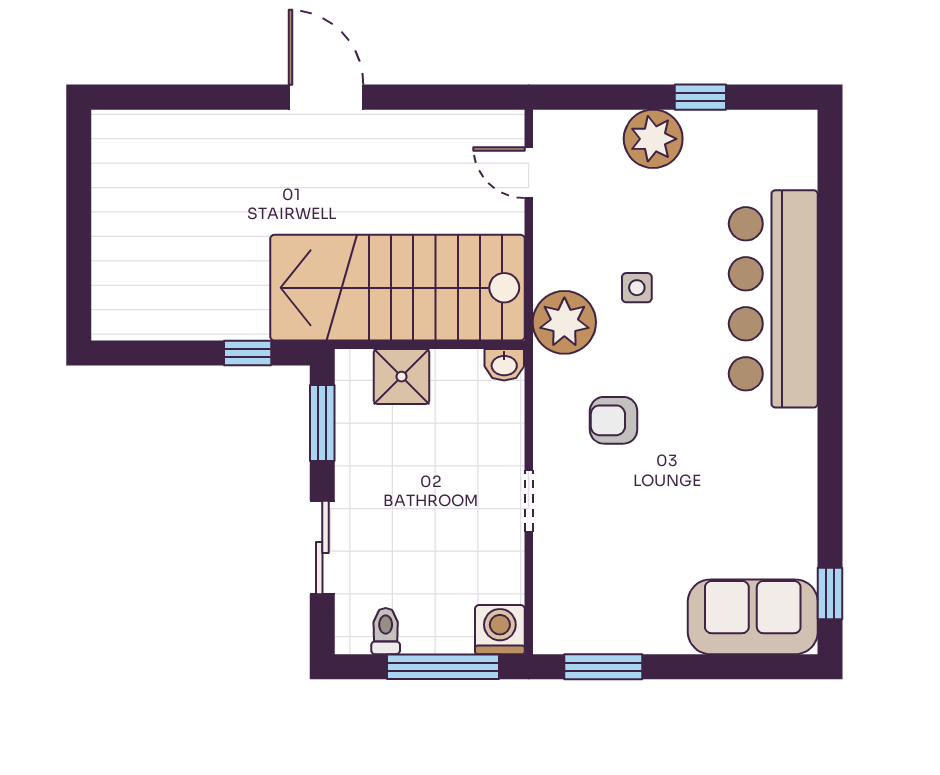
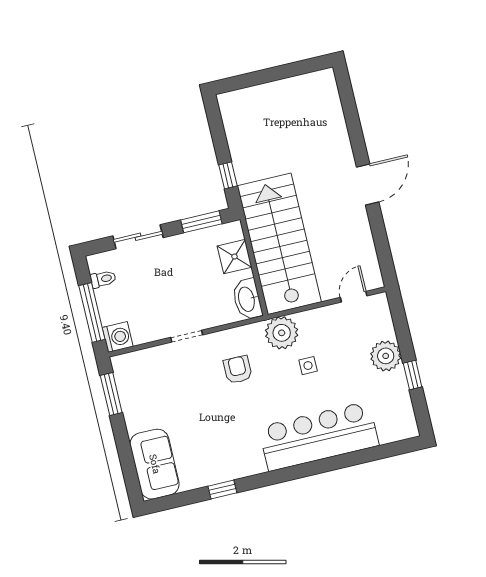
washbasin: (504, 365) -> (247, 299), width x1.91, depth x1.45
window: (830, 593) -> (222, 489), moved

